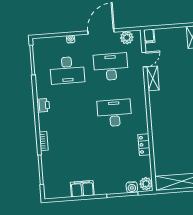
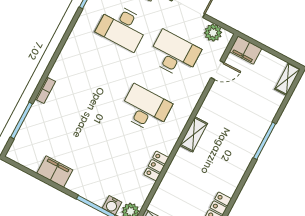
filing cabinet: (149, 36) -> (245, 50), width x2.00
shelving: (153, 78) -> (194, 134), moved
printer: (43, 105) -> (70, 50), removed

